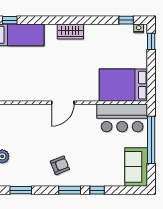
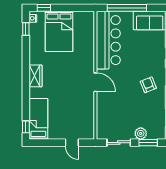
bed: (123, 85) -> (59, 31), moved
bar counter: (122, 118) -> (108, 40), width x1.36

